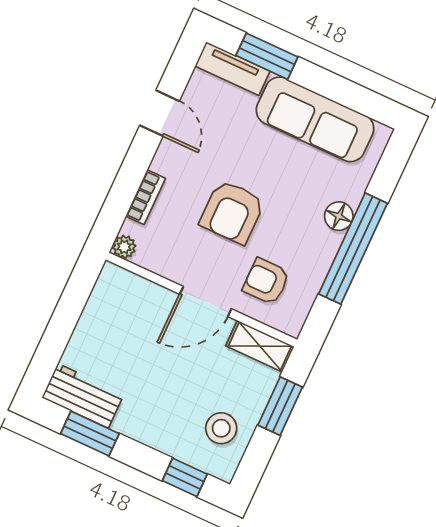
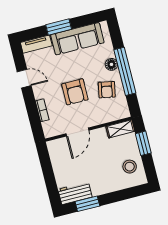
window: (267, 56) -> (59, 27), moved
plant: (124, 247) -> (48, 133), removed
armchair: (266, 281) -> (107, 90), moved, turned -79
door: (206, 301) -> (77, 132), moved
window: (185, 477) -> (131, 193), removed

